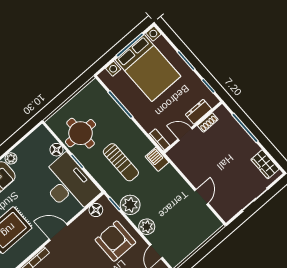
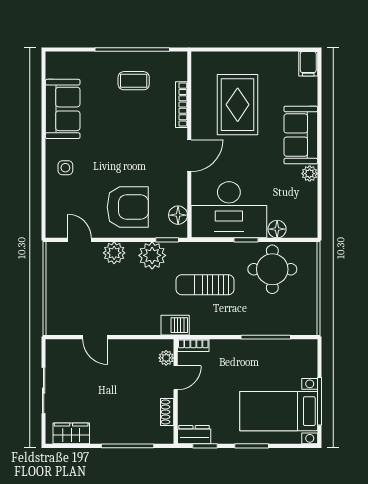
bed with nightstands: (148, 68) -> (279, 411), width x0.73
dresser: (198, 112) -> (194, 435), moved, turned -90
plant: (179, 149) -> (166, 358), added

